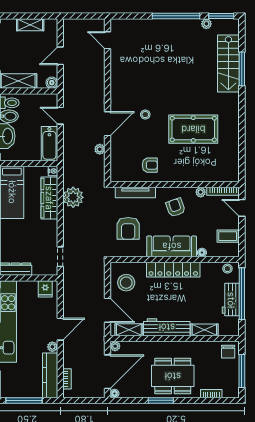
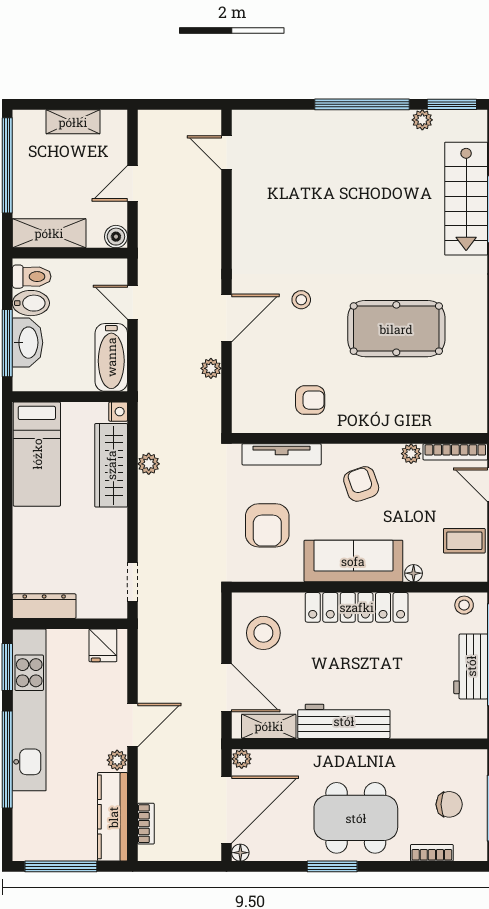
plant: (73, 197) -> (149, 464), width x0.53, depth x0.53
shelving: (204, 330) -> (418, 727), removed
chair: (228, 352) -> (449, 804), moved, turned -90

